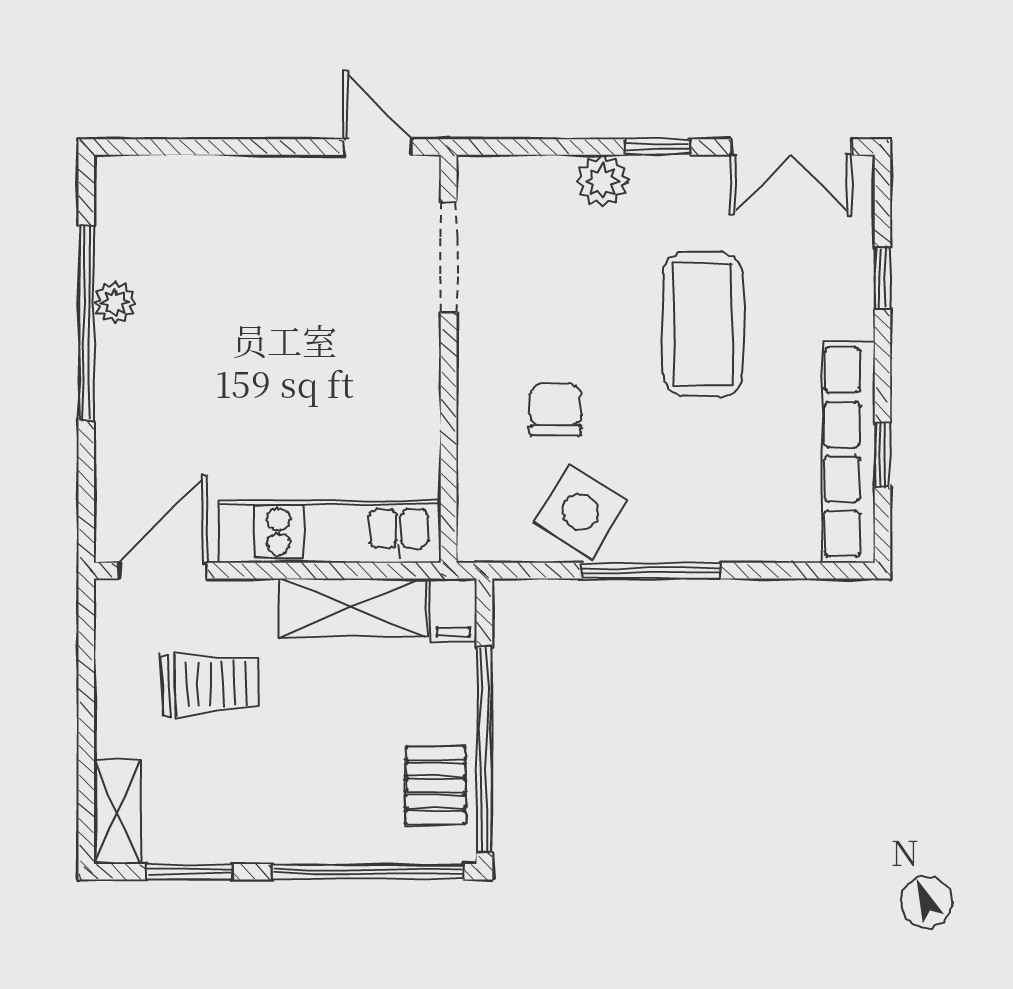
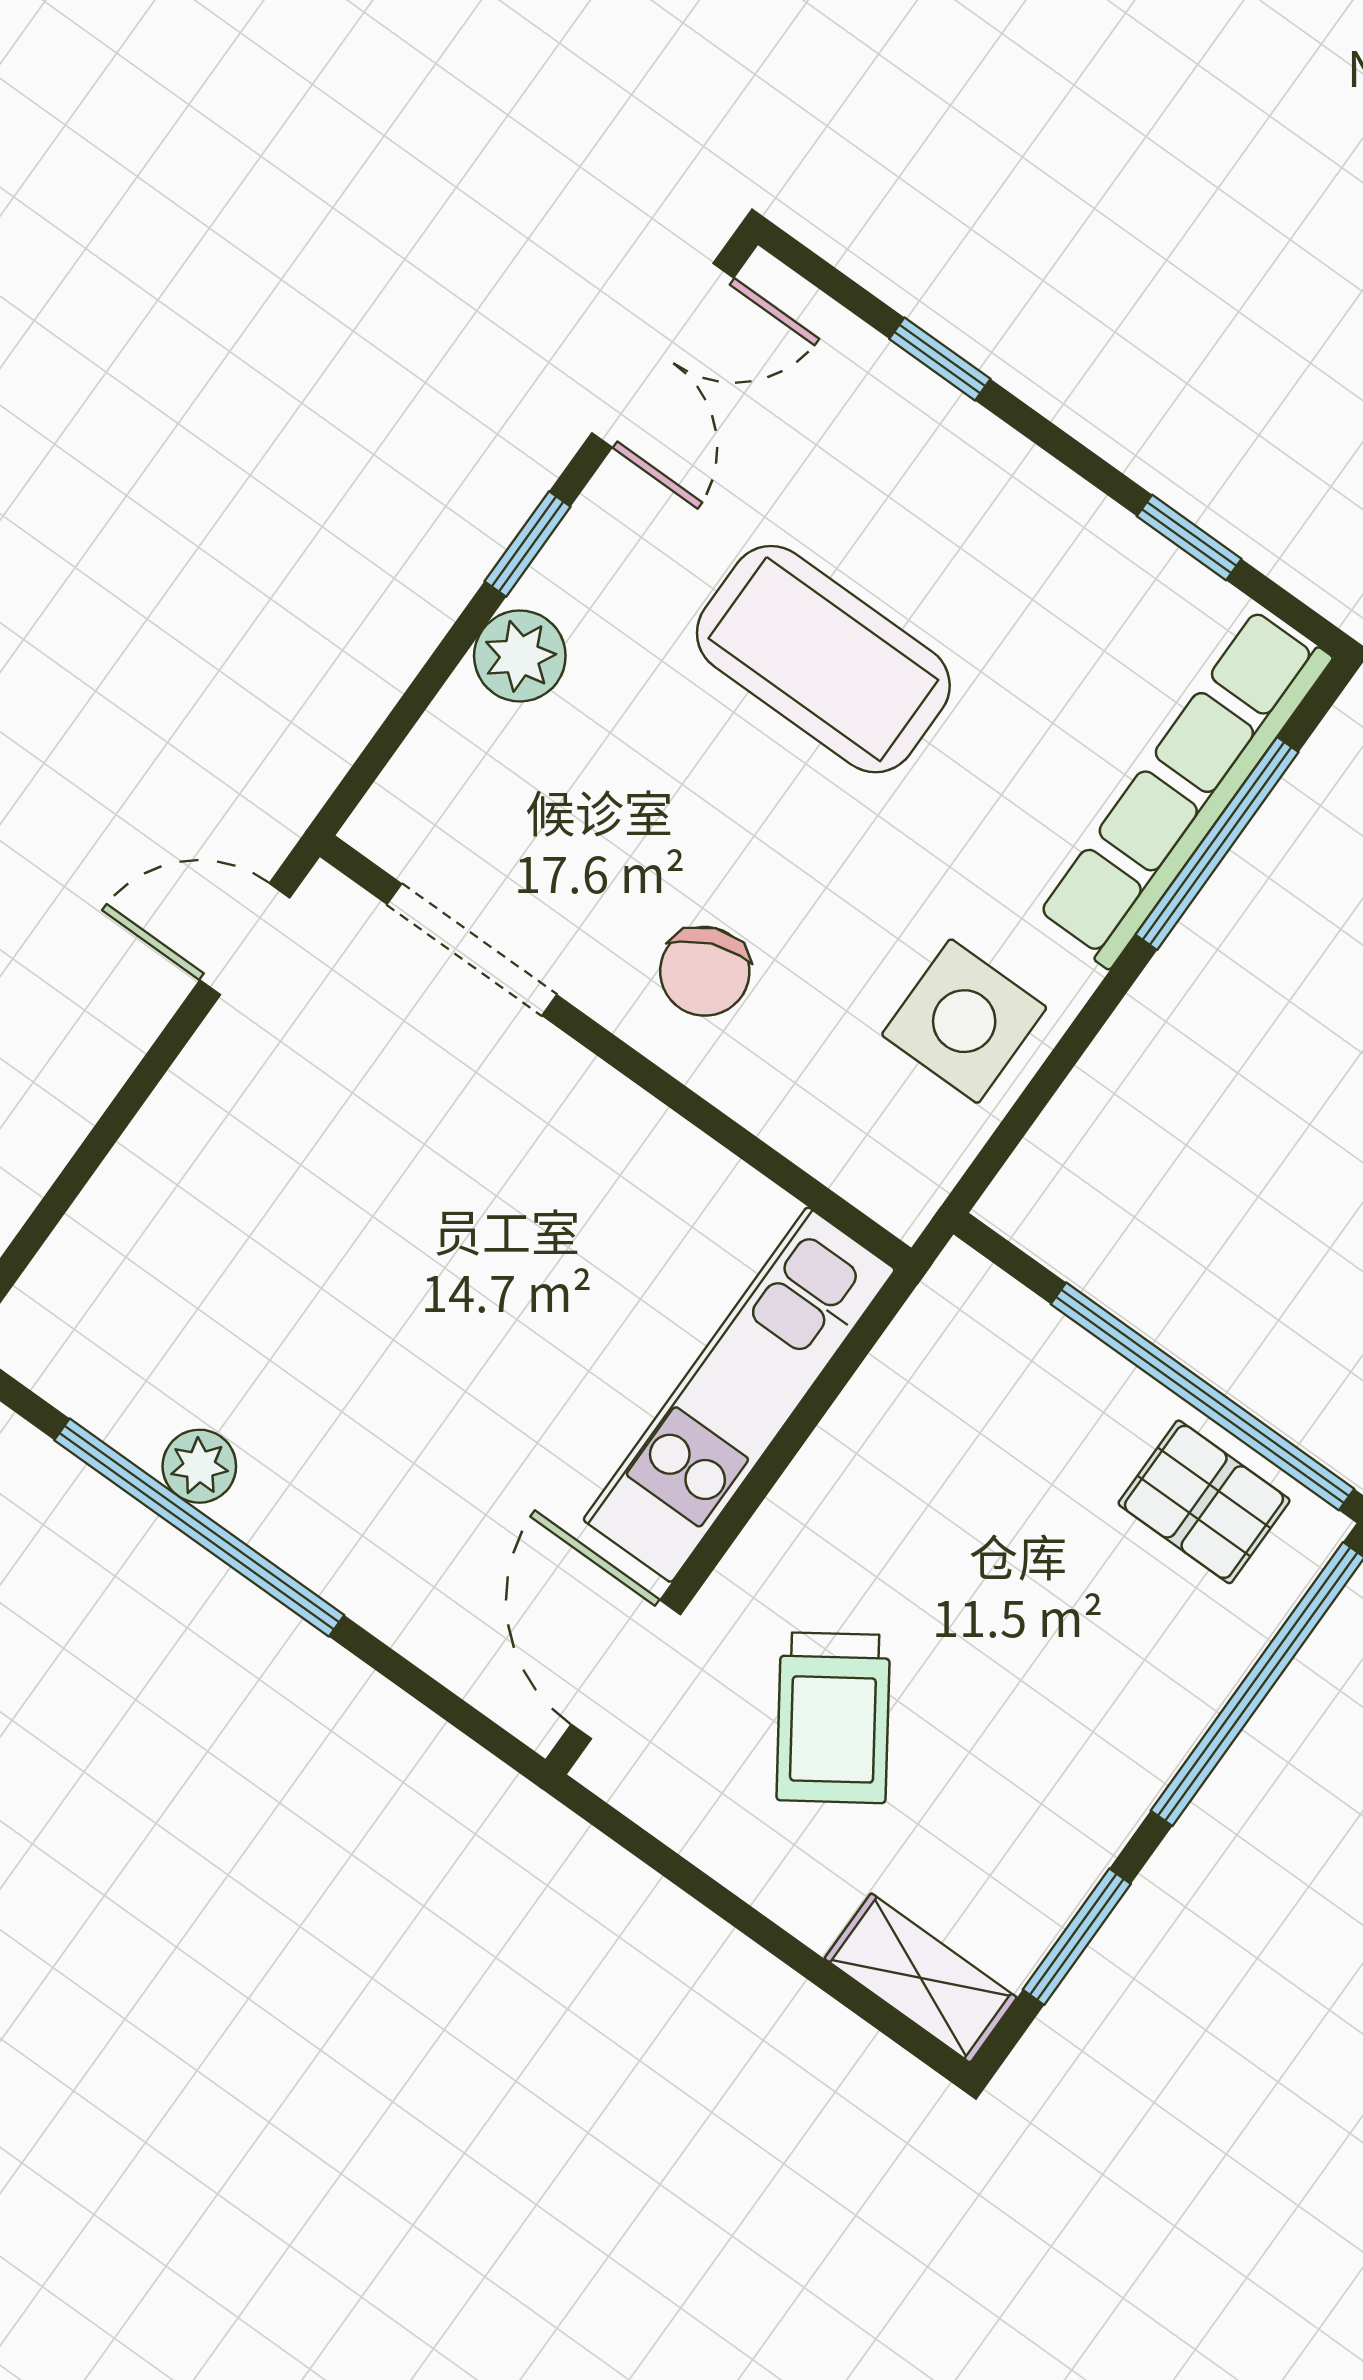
chair: (555, 410) -> (705, 971), moved, turned -112
row of seats: (848, 452) -> (1184, 788), moved, turned 90
side table: (580, 512) -> (964, 1021), turned -31
window: (651, 571) -> (1217, 843), moved
shelving: (352, 608) -> (869, 1440), removed
filing cabinet: (453, 610) -> (974, 1299), removed
trolley: (210, 684) -> (833, 1718), turned 148

